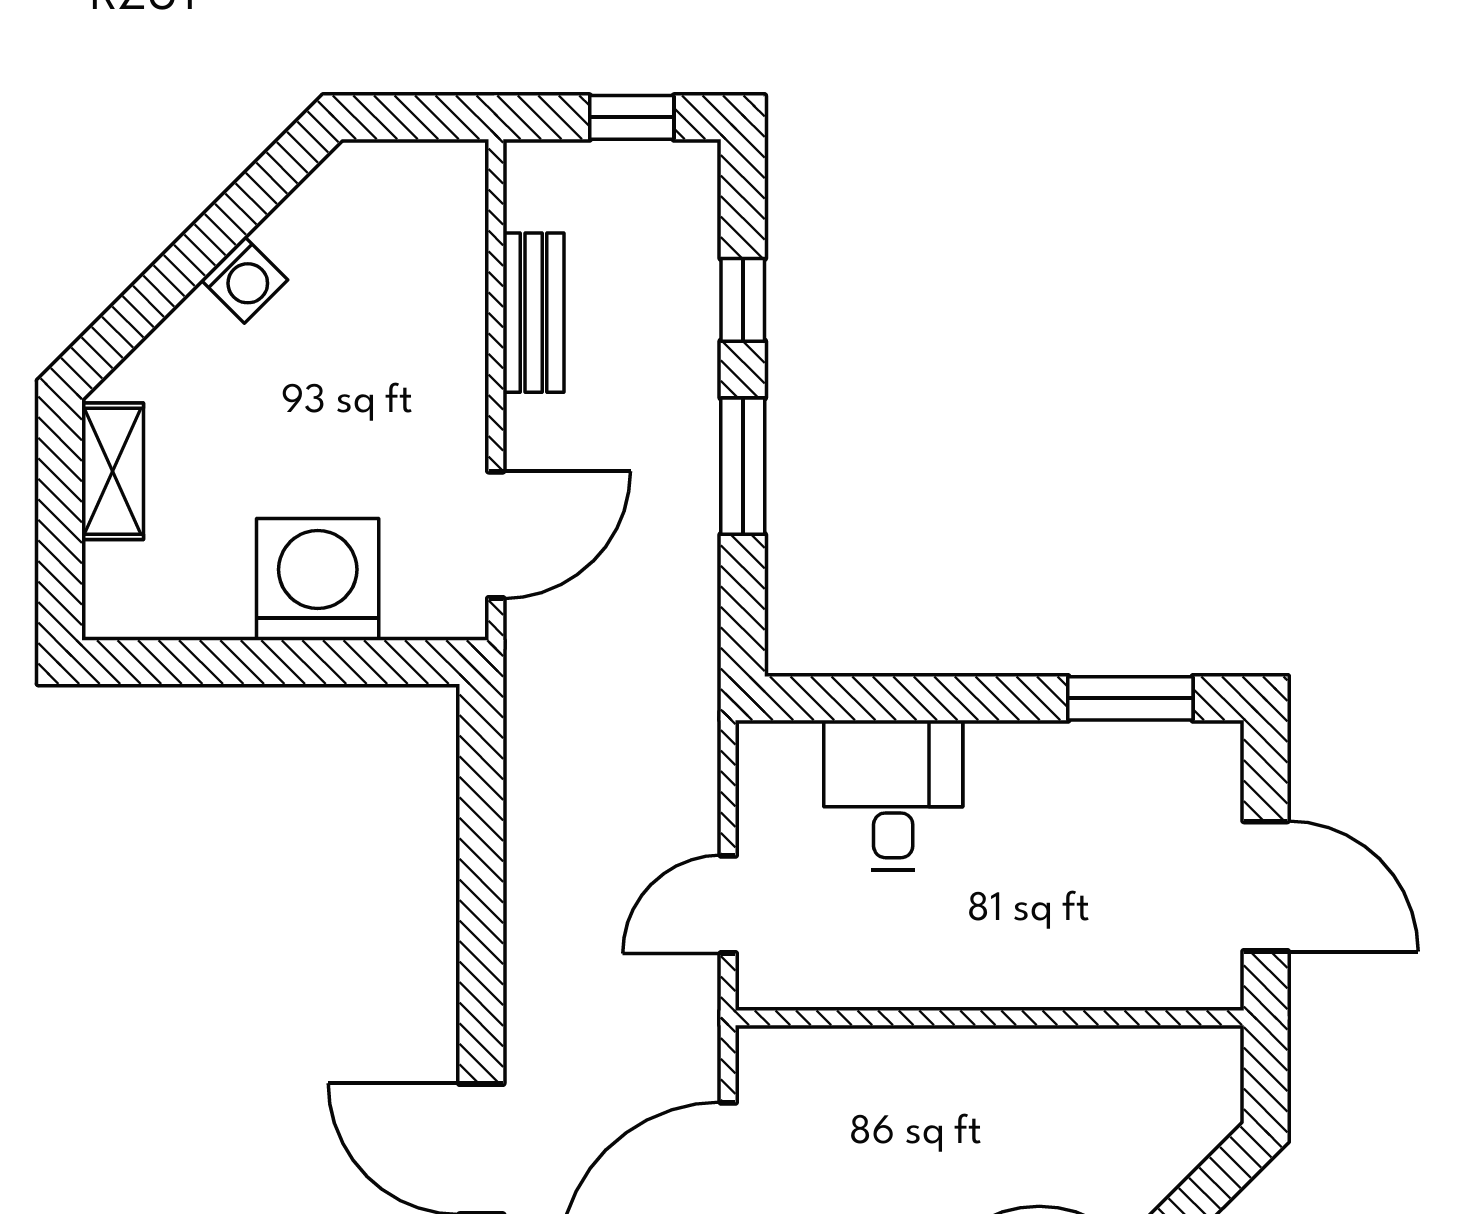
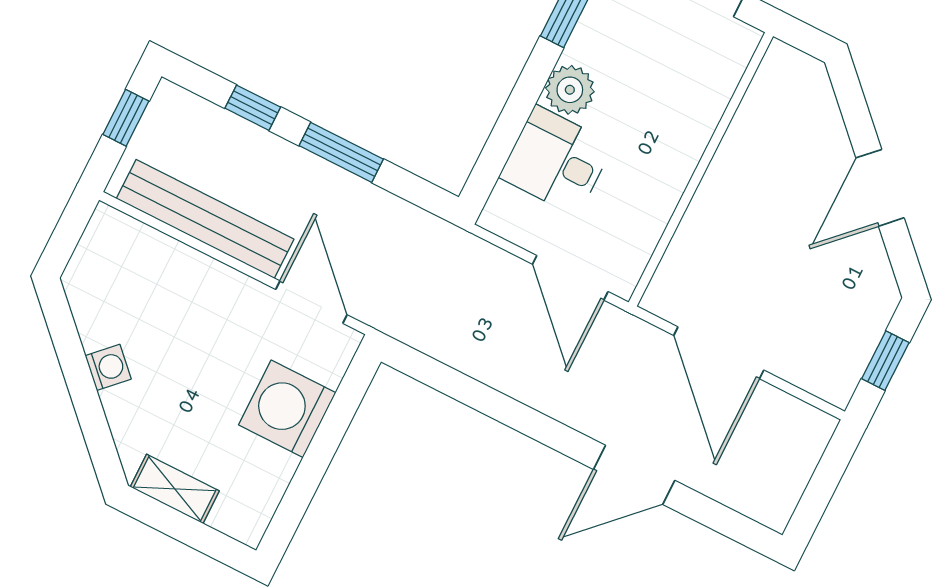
bench: (534, 313) -> (205, 219), width x1.86, depth x1.21
plant: (1010, 761) -> (570, 90), added
door: (728, 904) -> (570, 278), width x1.38

